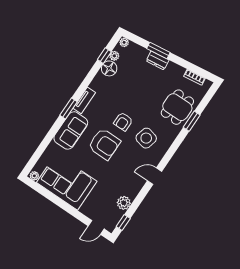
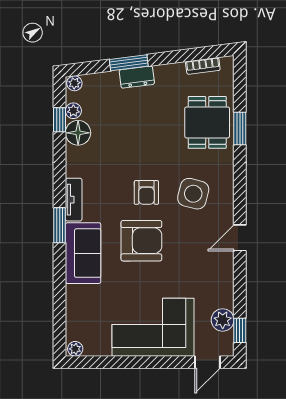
corner sofa: (67, 182) -> (153, 327), moved
plant: (124, 203) -> (223, 320), moved

